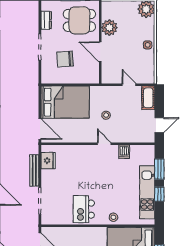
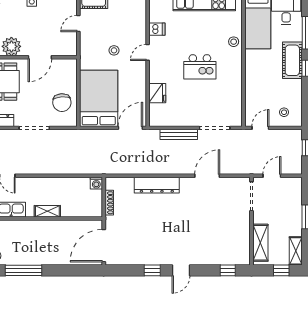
chair: (65, 59) -> (62, 103), moved
fridge: (48, 161) -> (157, 93), moved, turned 90
kitchen island: (84, 209) -> (200, 67), moved

